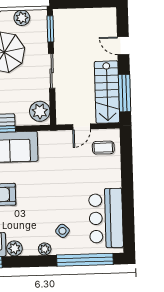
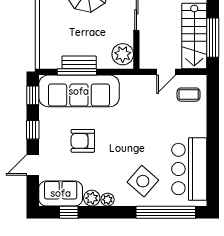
side table: (62, 231) -> (143, 181), width x1.87, depth x1.87
plant: (45, 249) -> (108, 200), moved

